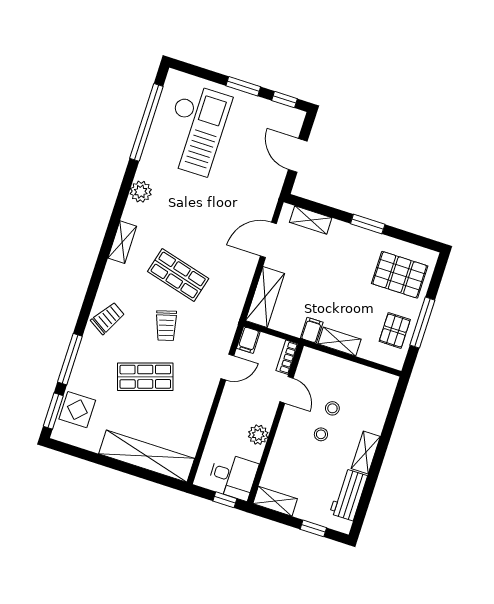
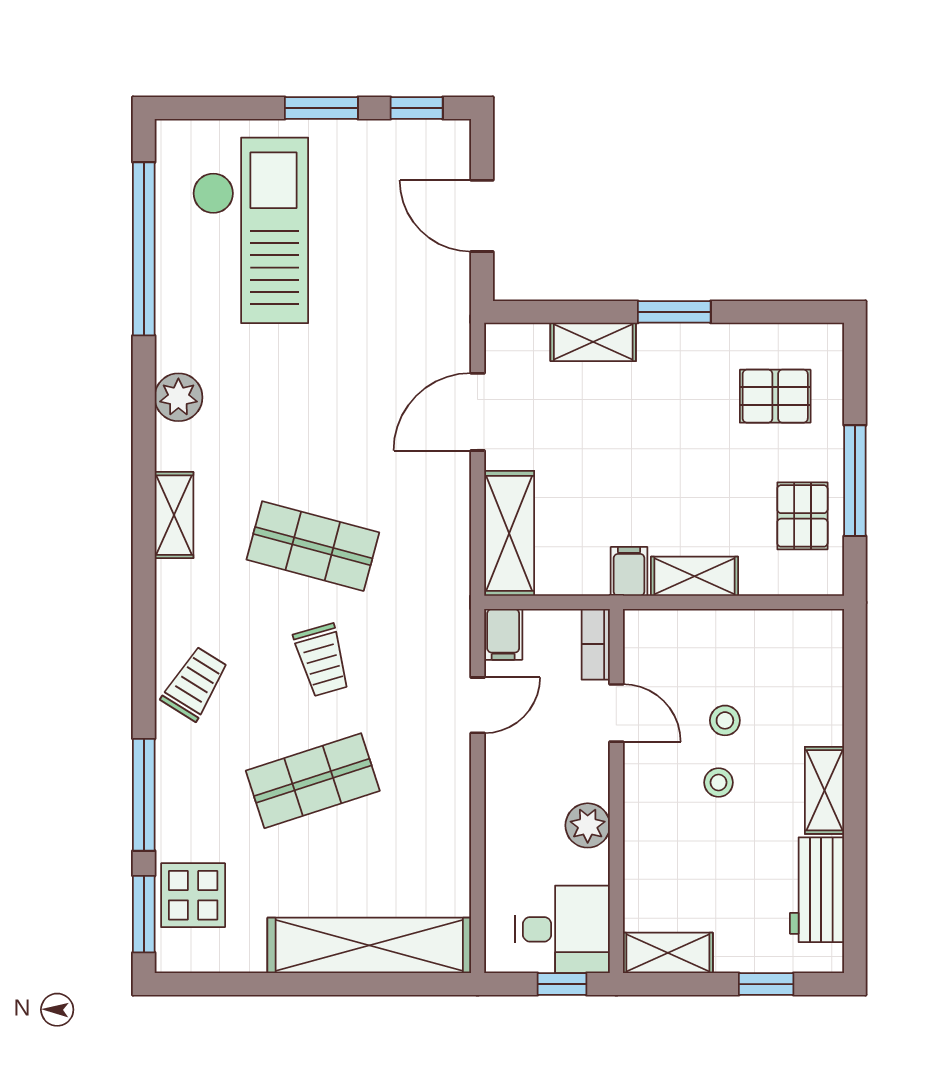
shelving: (311, 220) -> (593, 342), moved
pallet: (400, 275) -> (775, 396), width x0.67, depth x0.71

